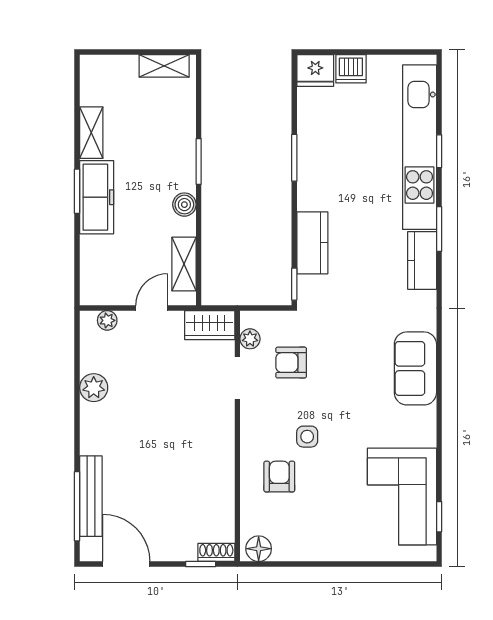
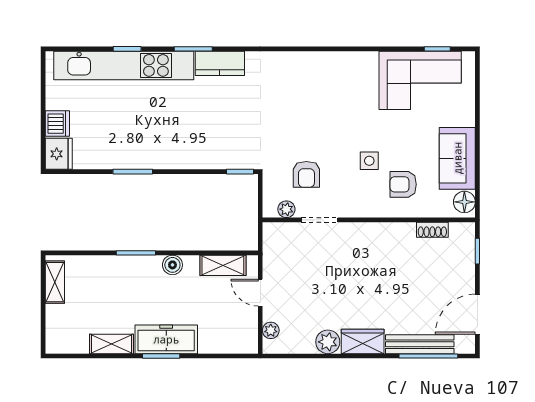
kitchen counter: (312, 243) -> (205, 156), removed
wardrobe: (210, 325) -> (363, 341), moved, turned -90
sofa: (415, 368) -> (457, 158), moved, turned 90
shoe rack: (216, 552) -> (432, 230), moved, turned -90

